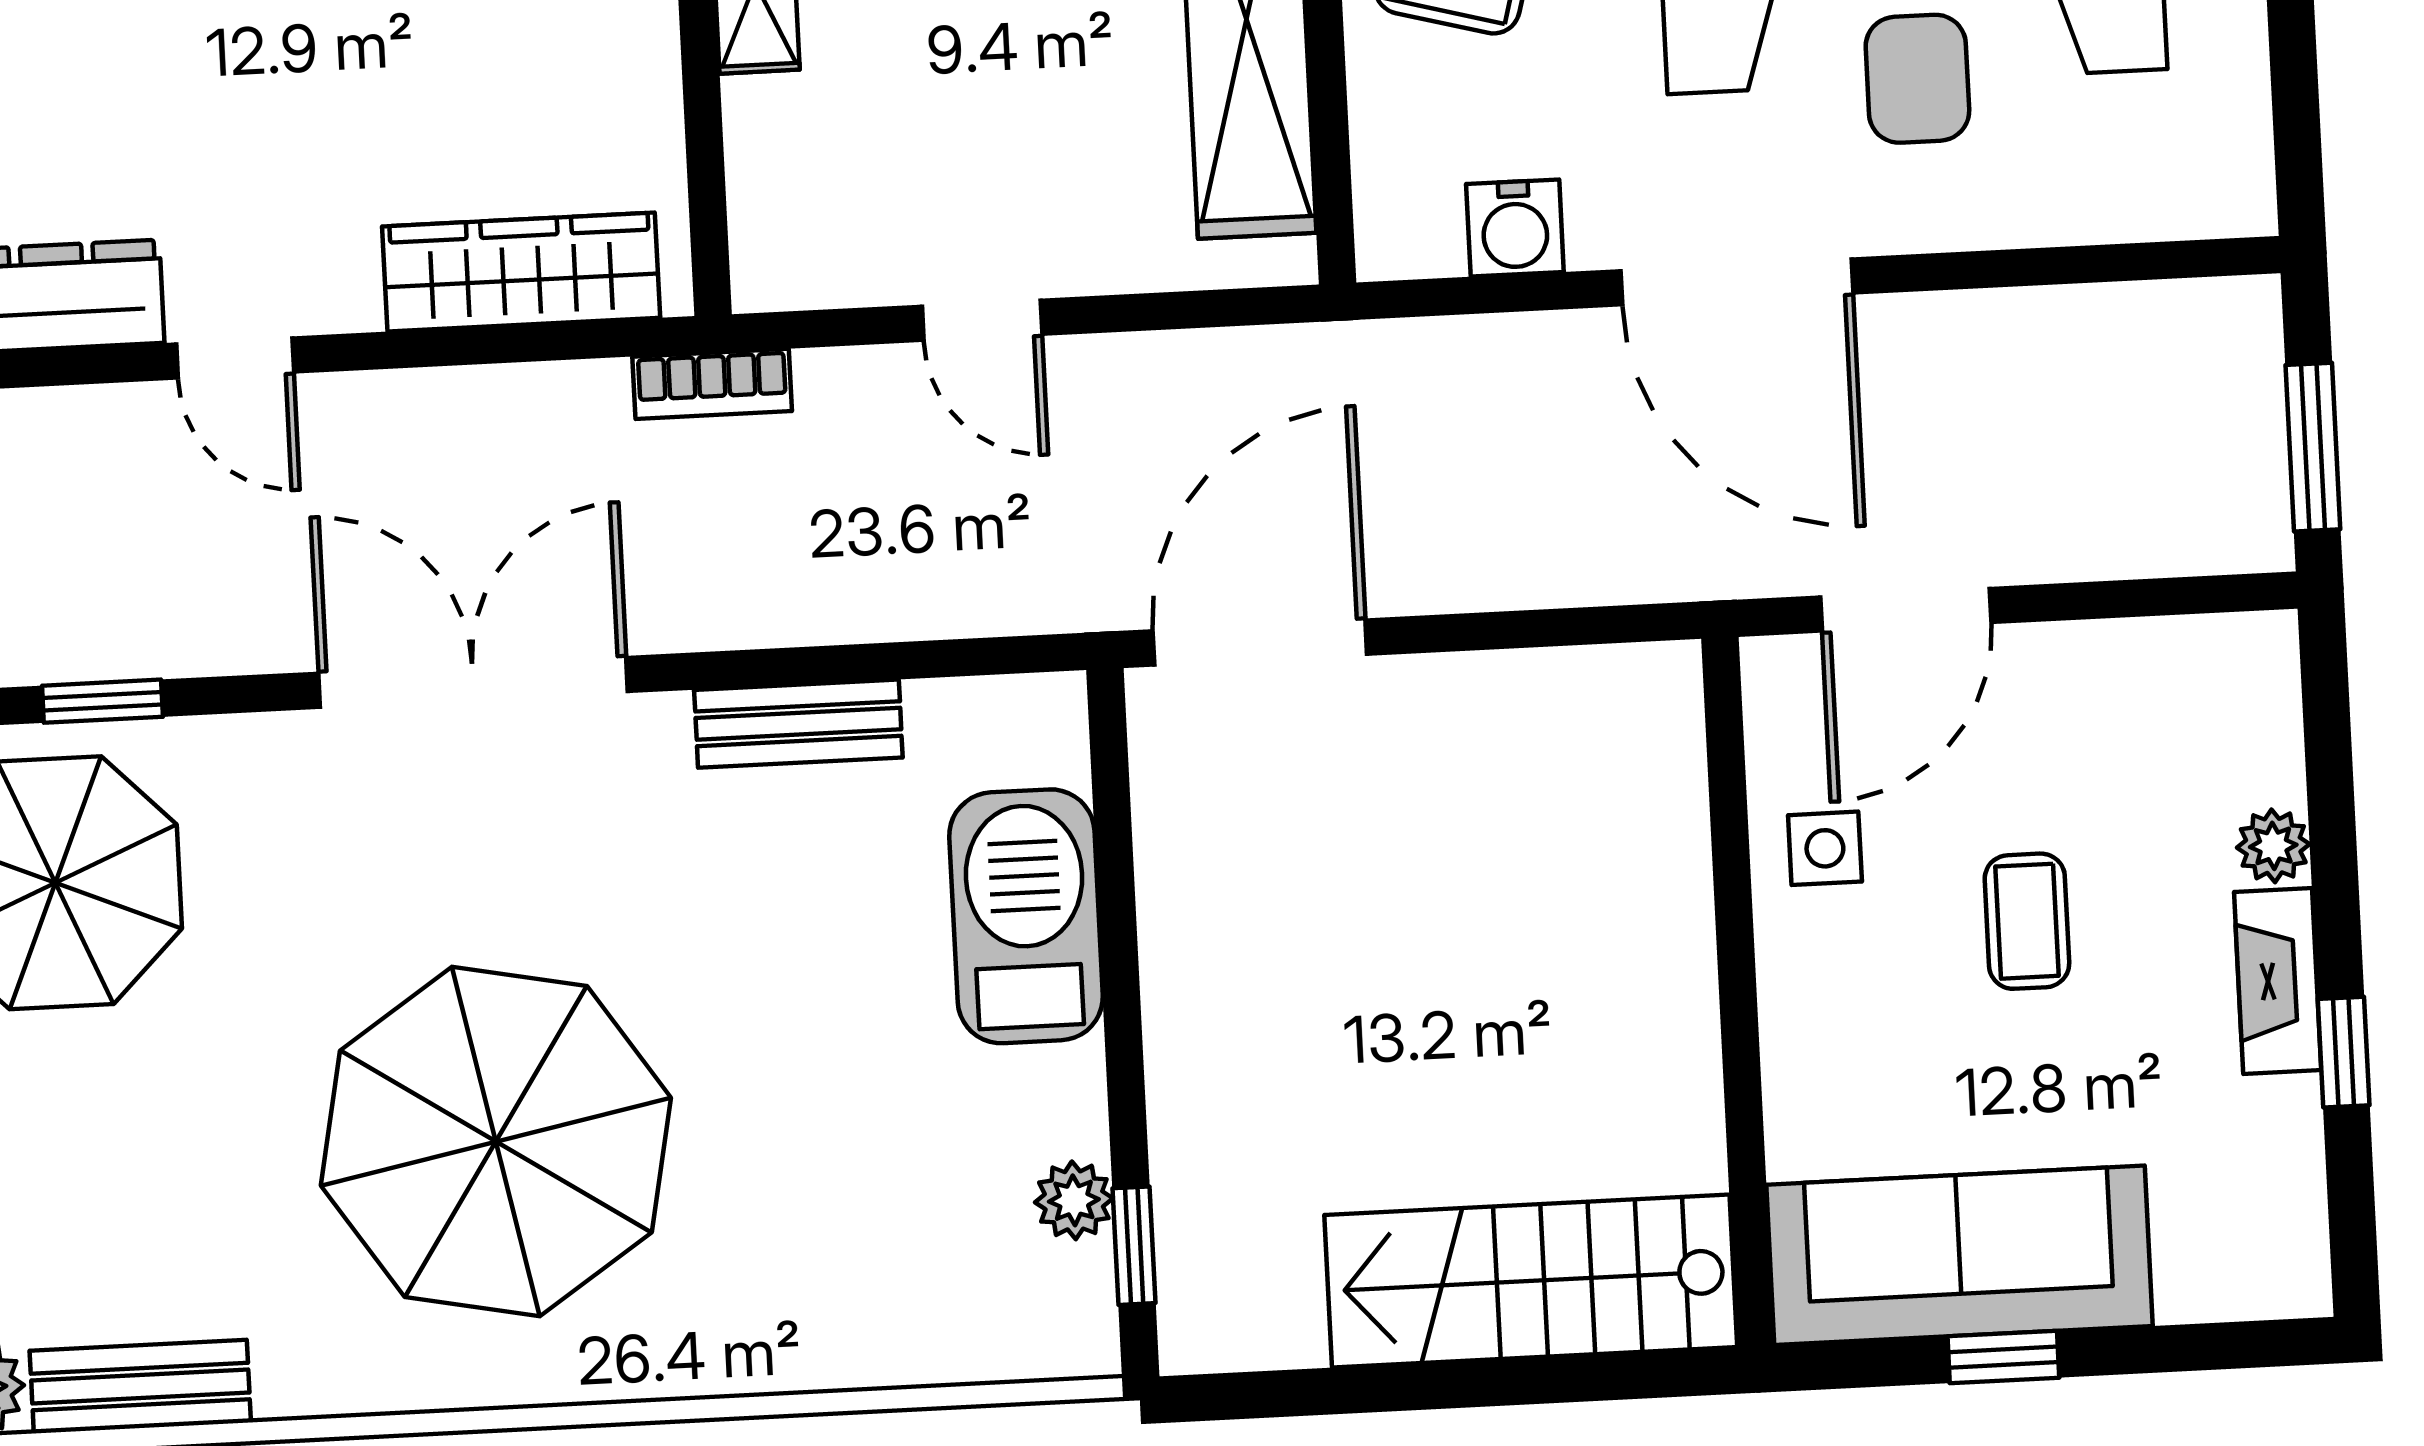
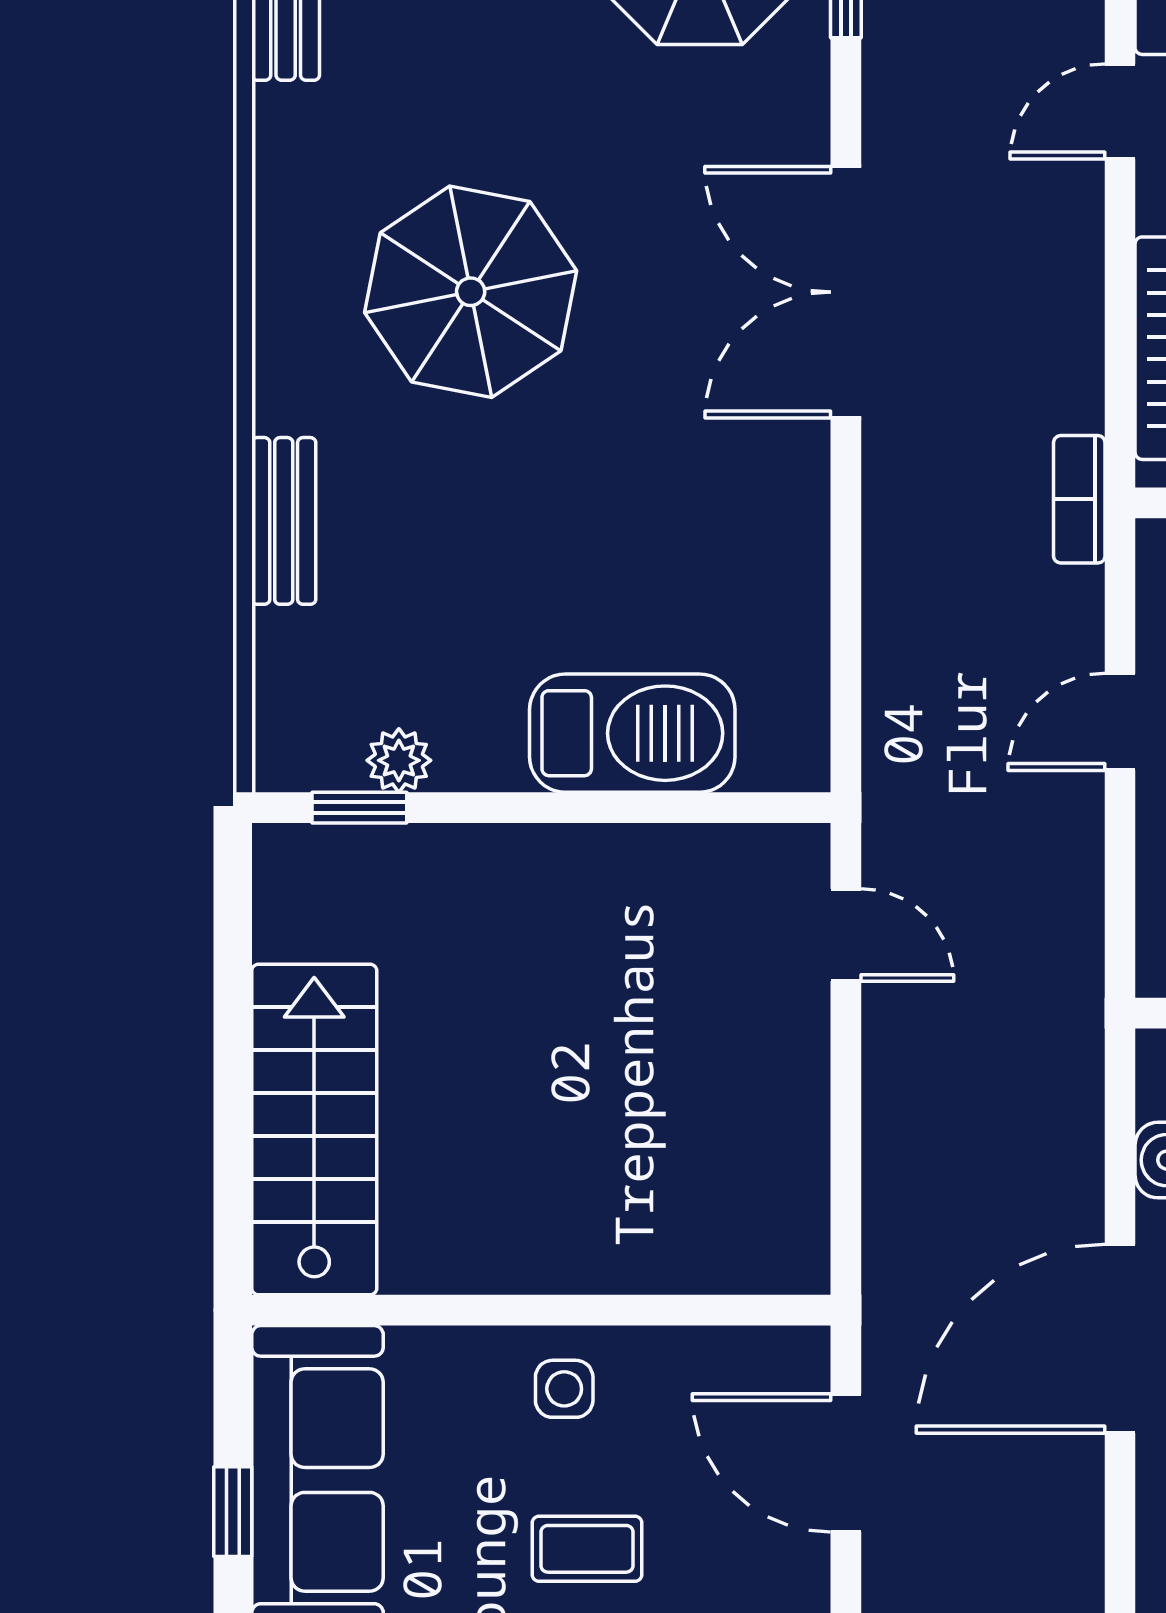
door: (1260, 642) -> (846, 935), width x0.53
double door: (473, 682) -> (846, 292), swing flipped
bench: (798, 724) -> (284, 521), moved
side table: (1825, 848) -> (564, 1389), moved
parasol: (496, 1142) -> (471, 292), width x0.73, depth x0.73

